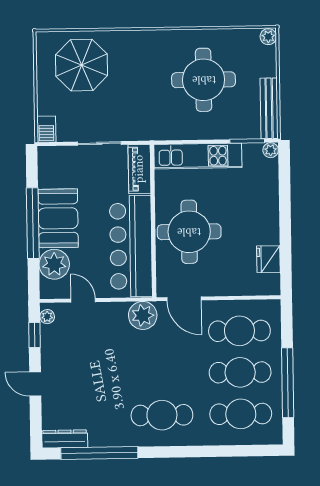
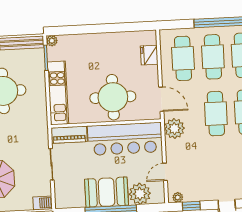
fridge: (268, 259) -> (149, 55), moved, turned 90
door: (184, 299) -> (161, 99), hinge flipped
cafe table: (161, 374) -> (216, 114), added

